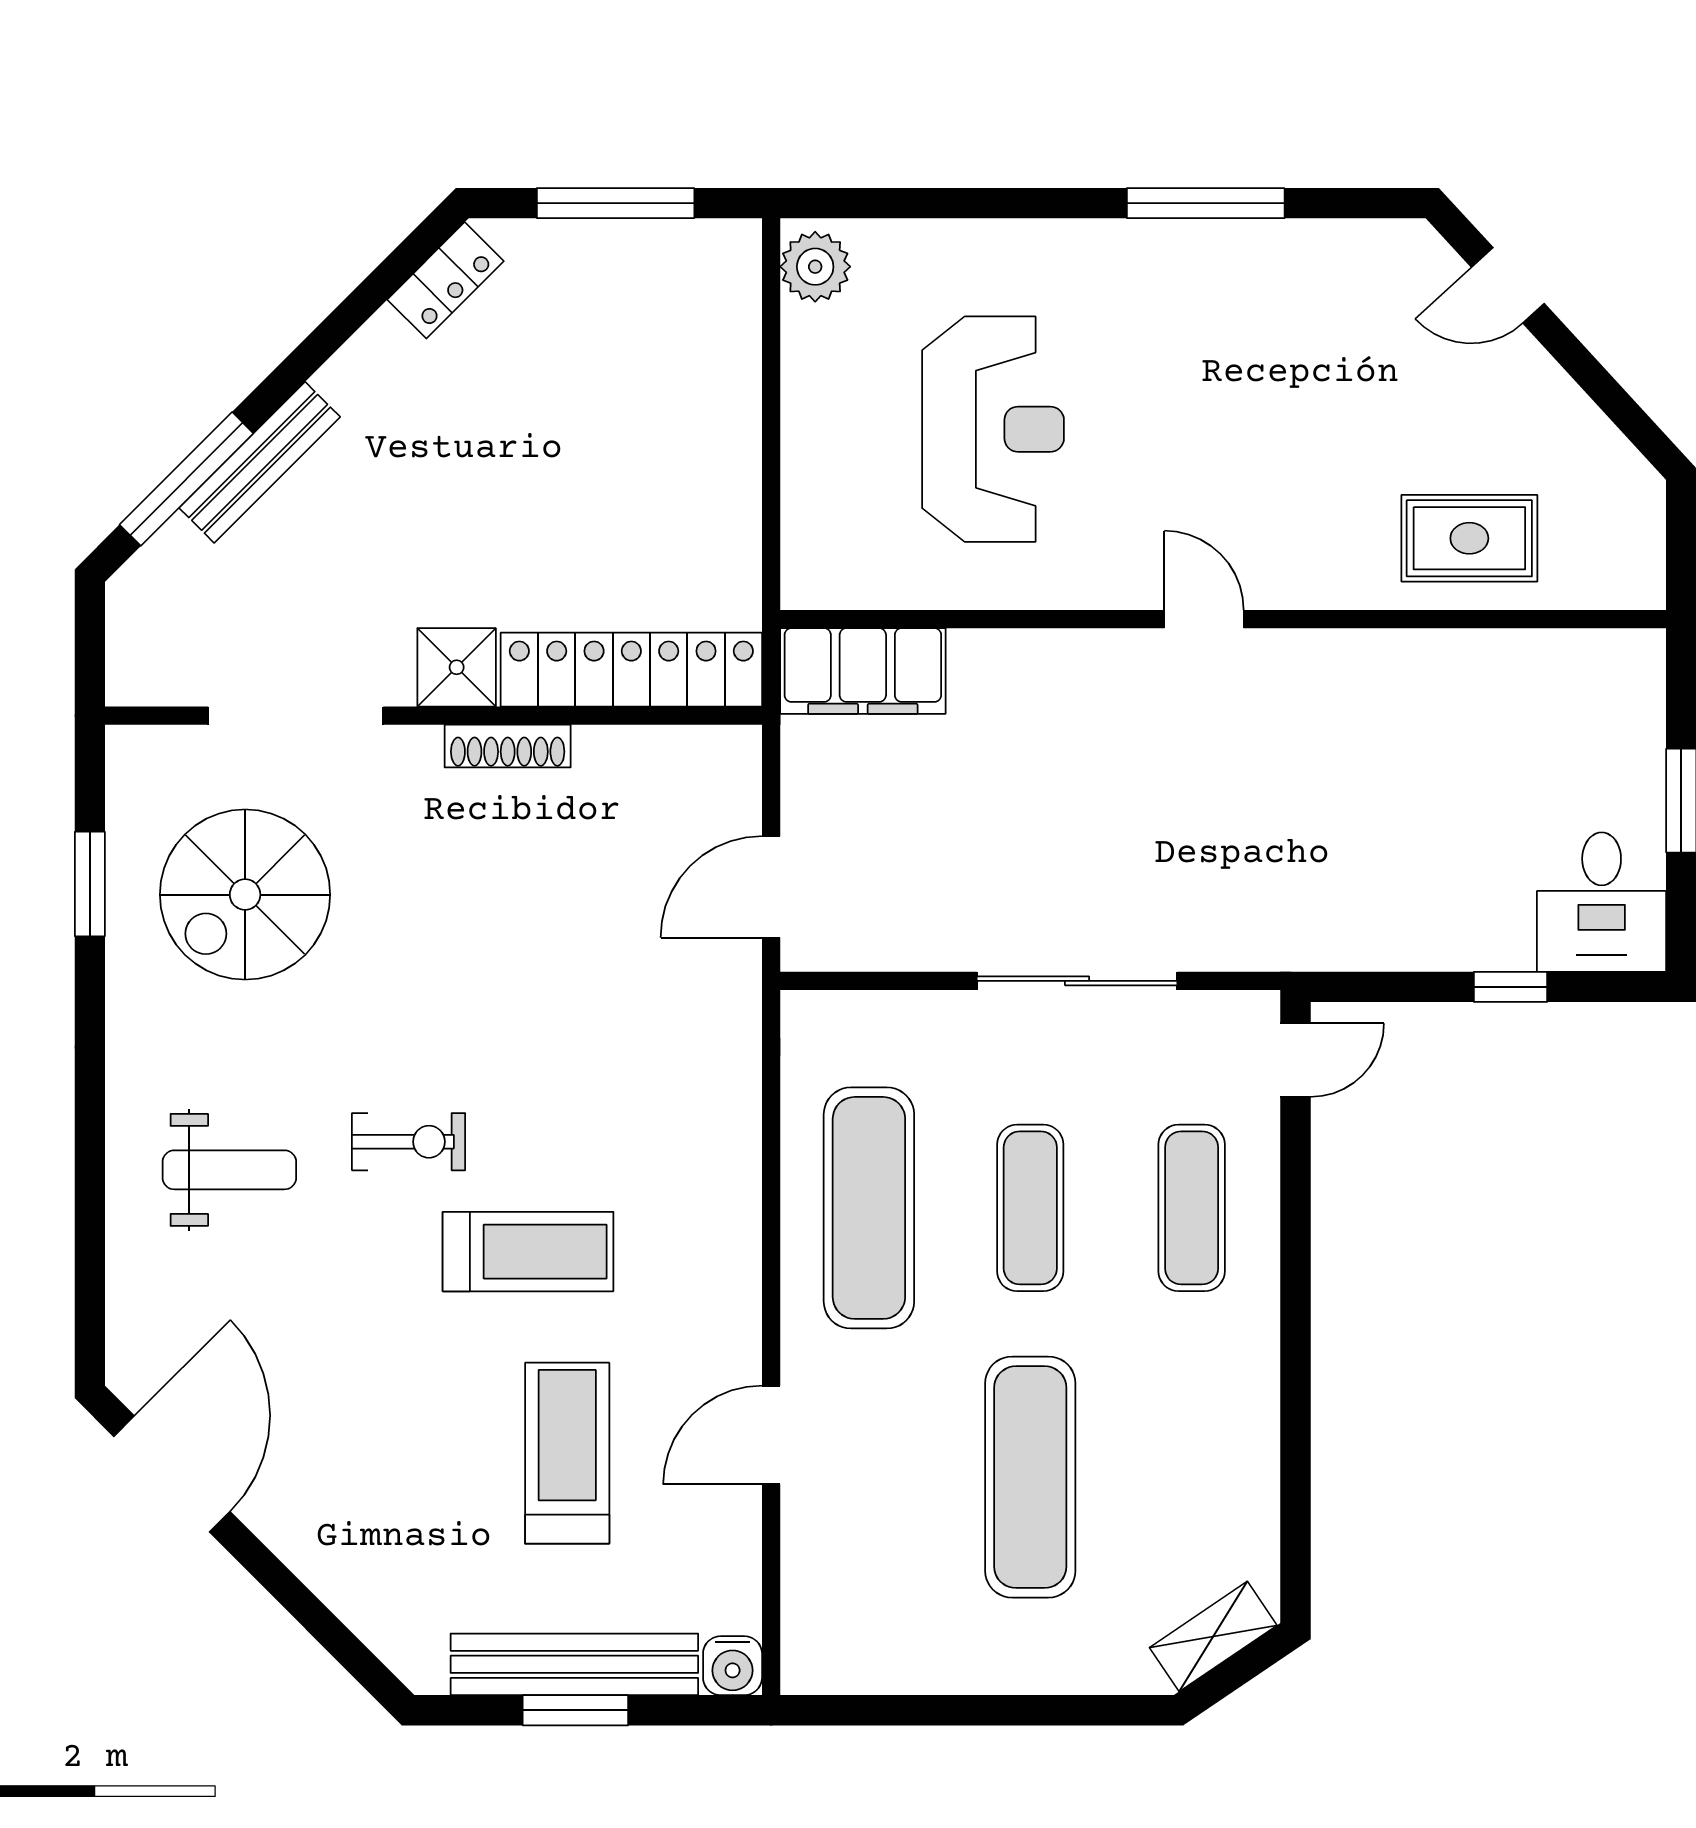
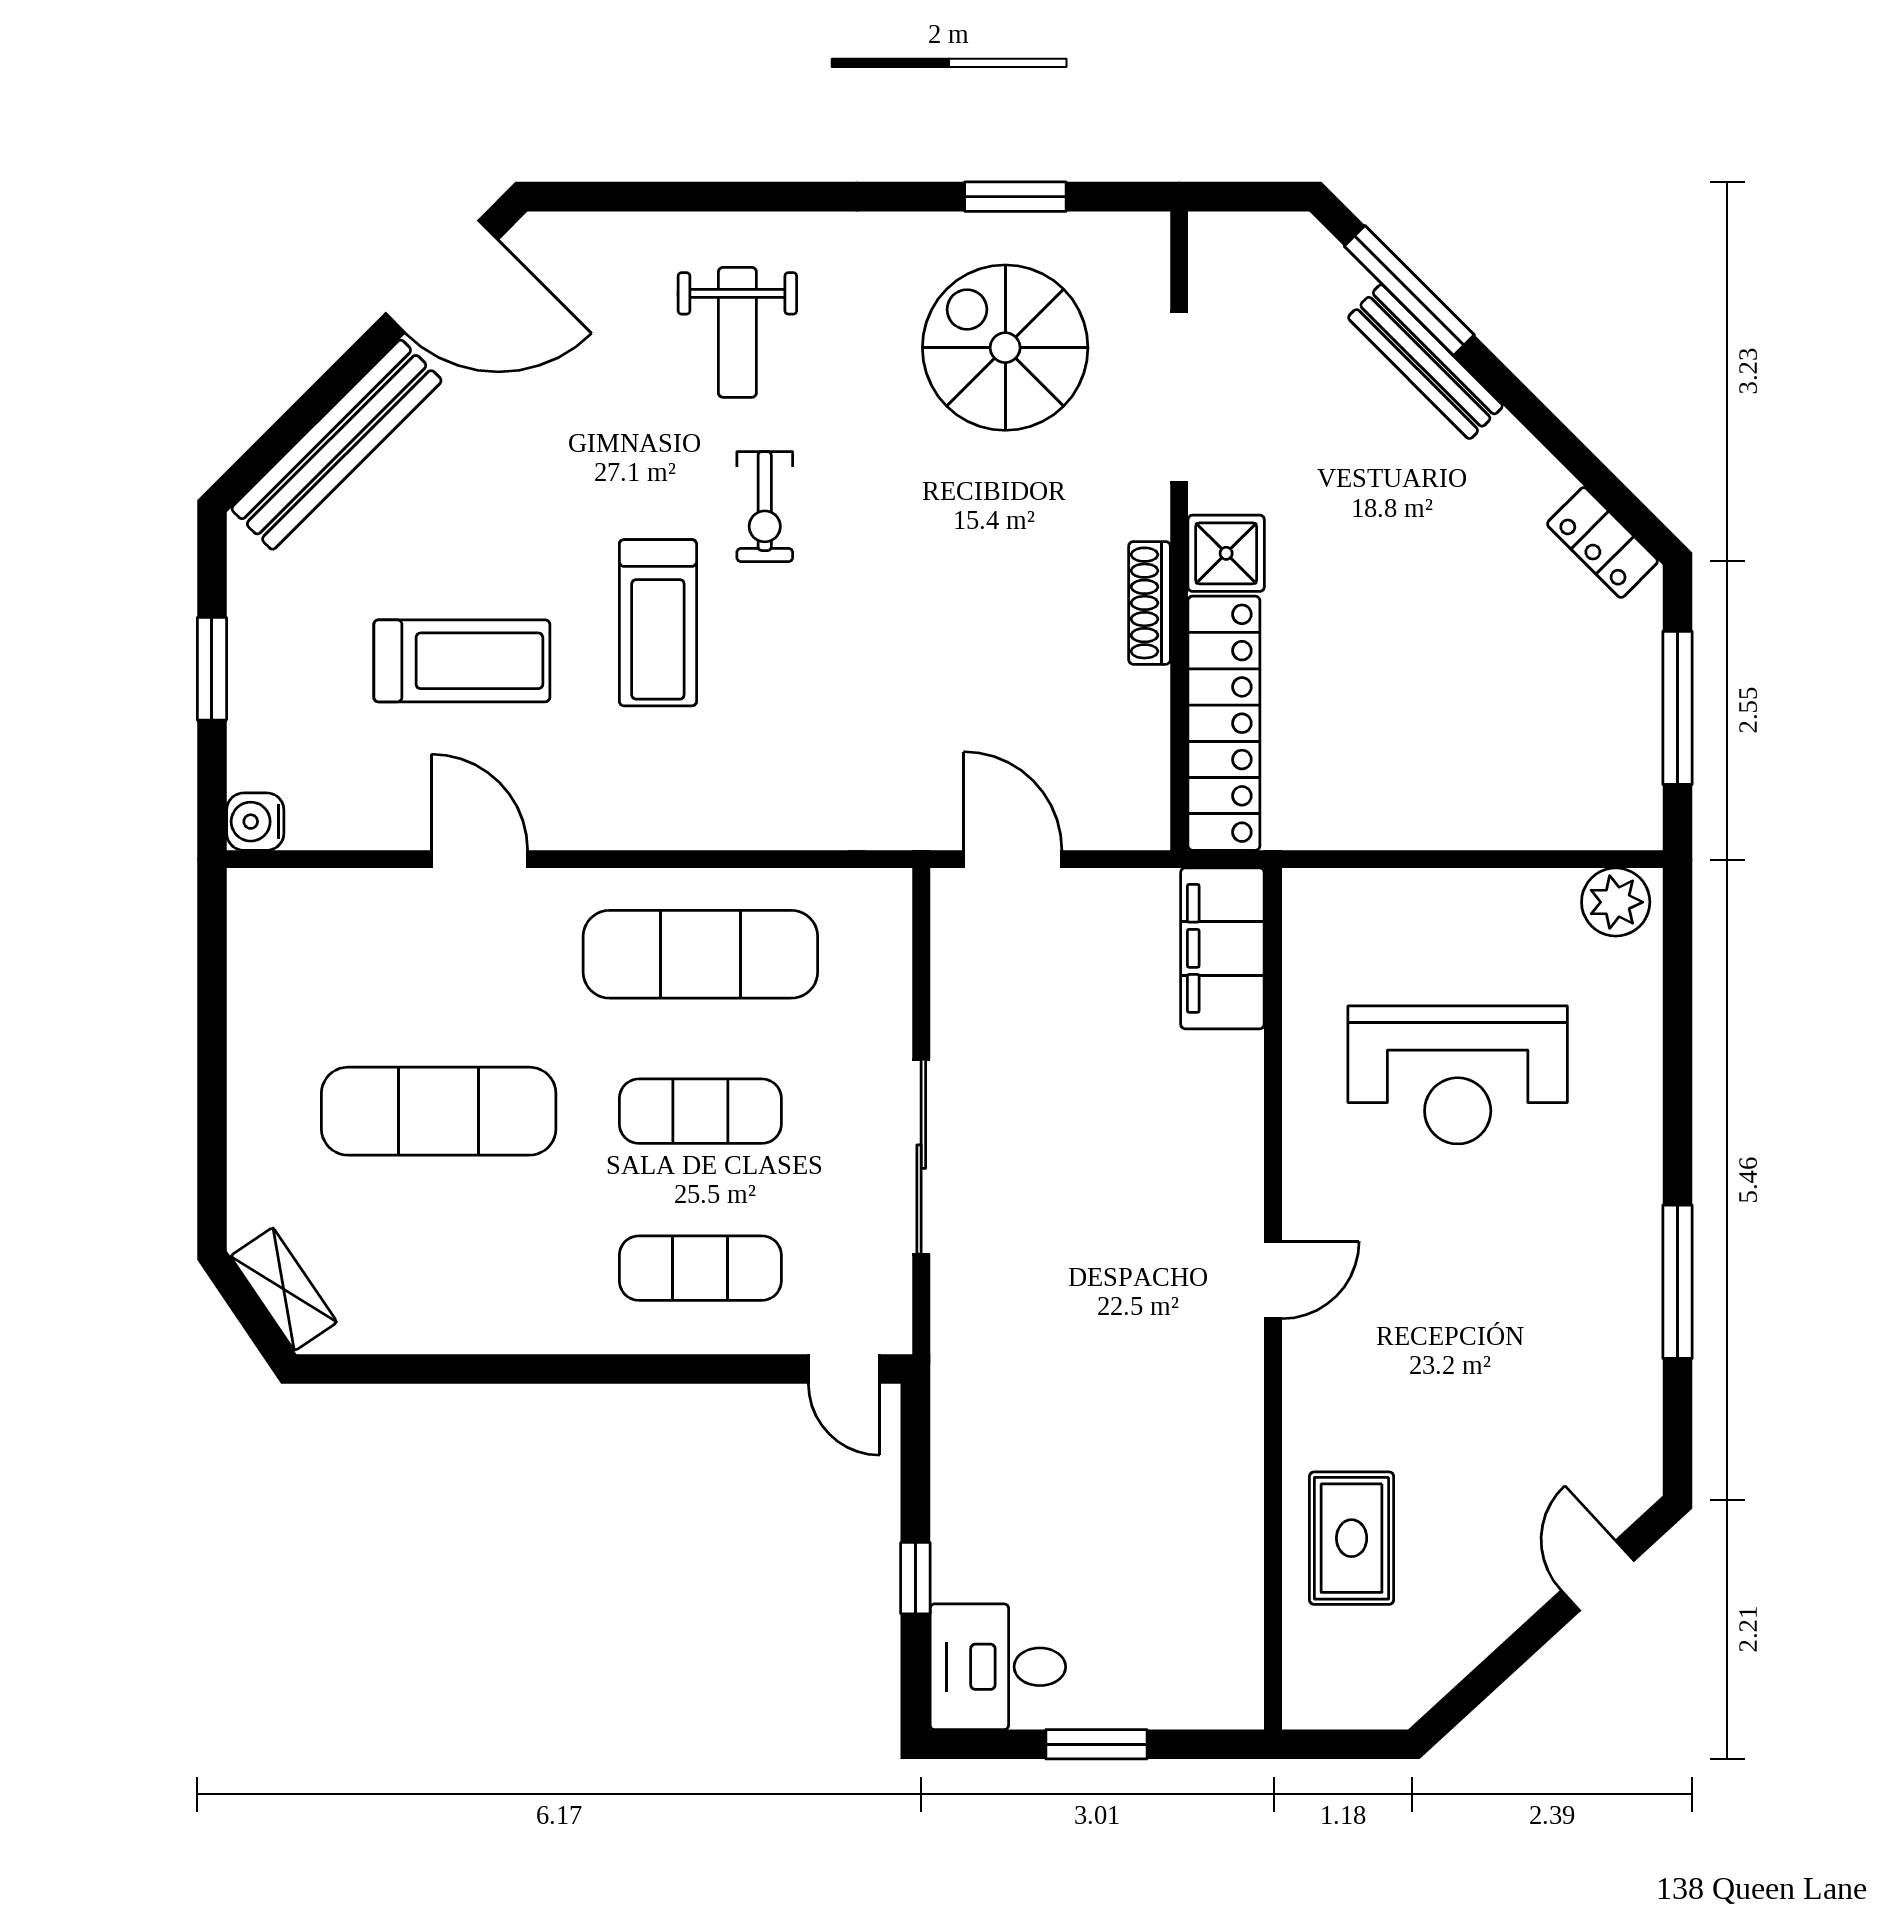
bench: (574, 1664) -> (337, 445), moved, turned 45

